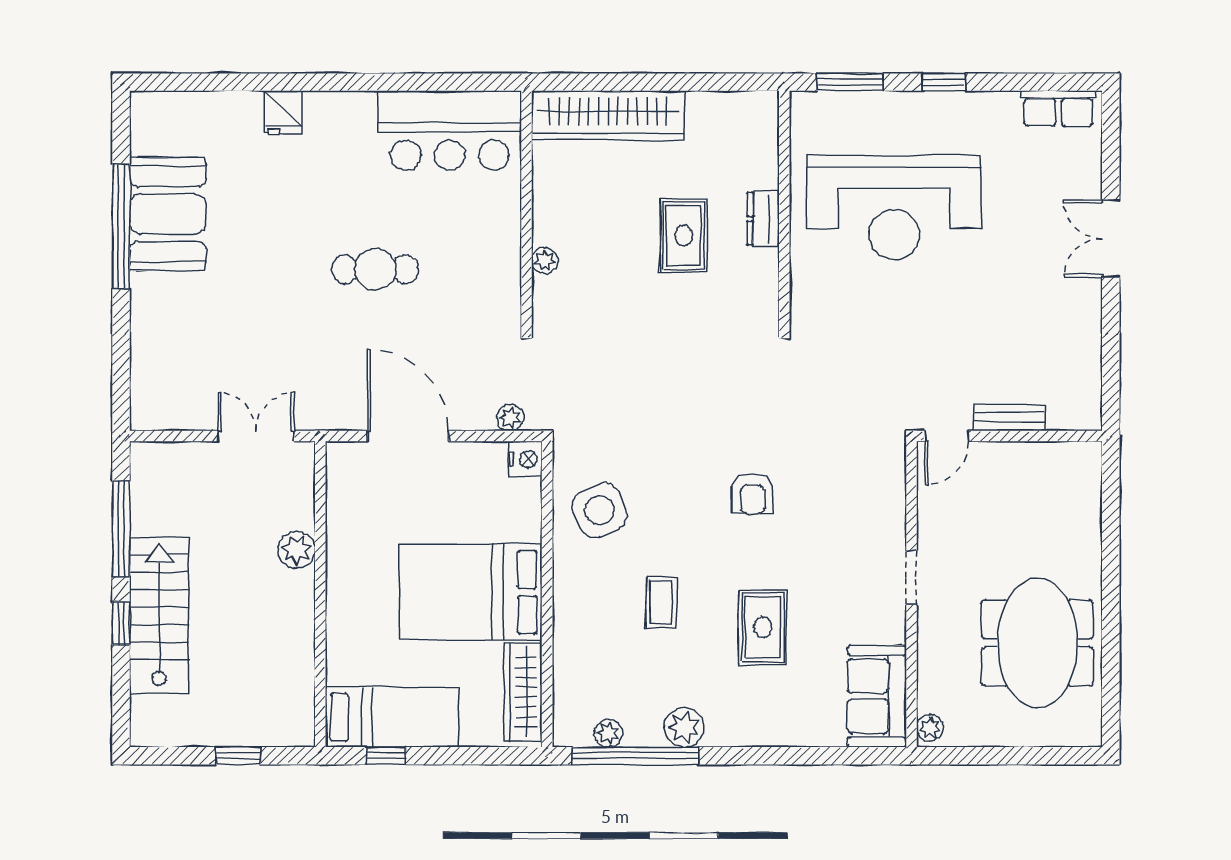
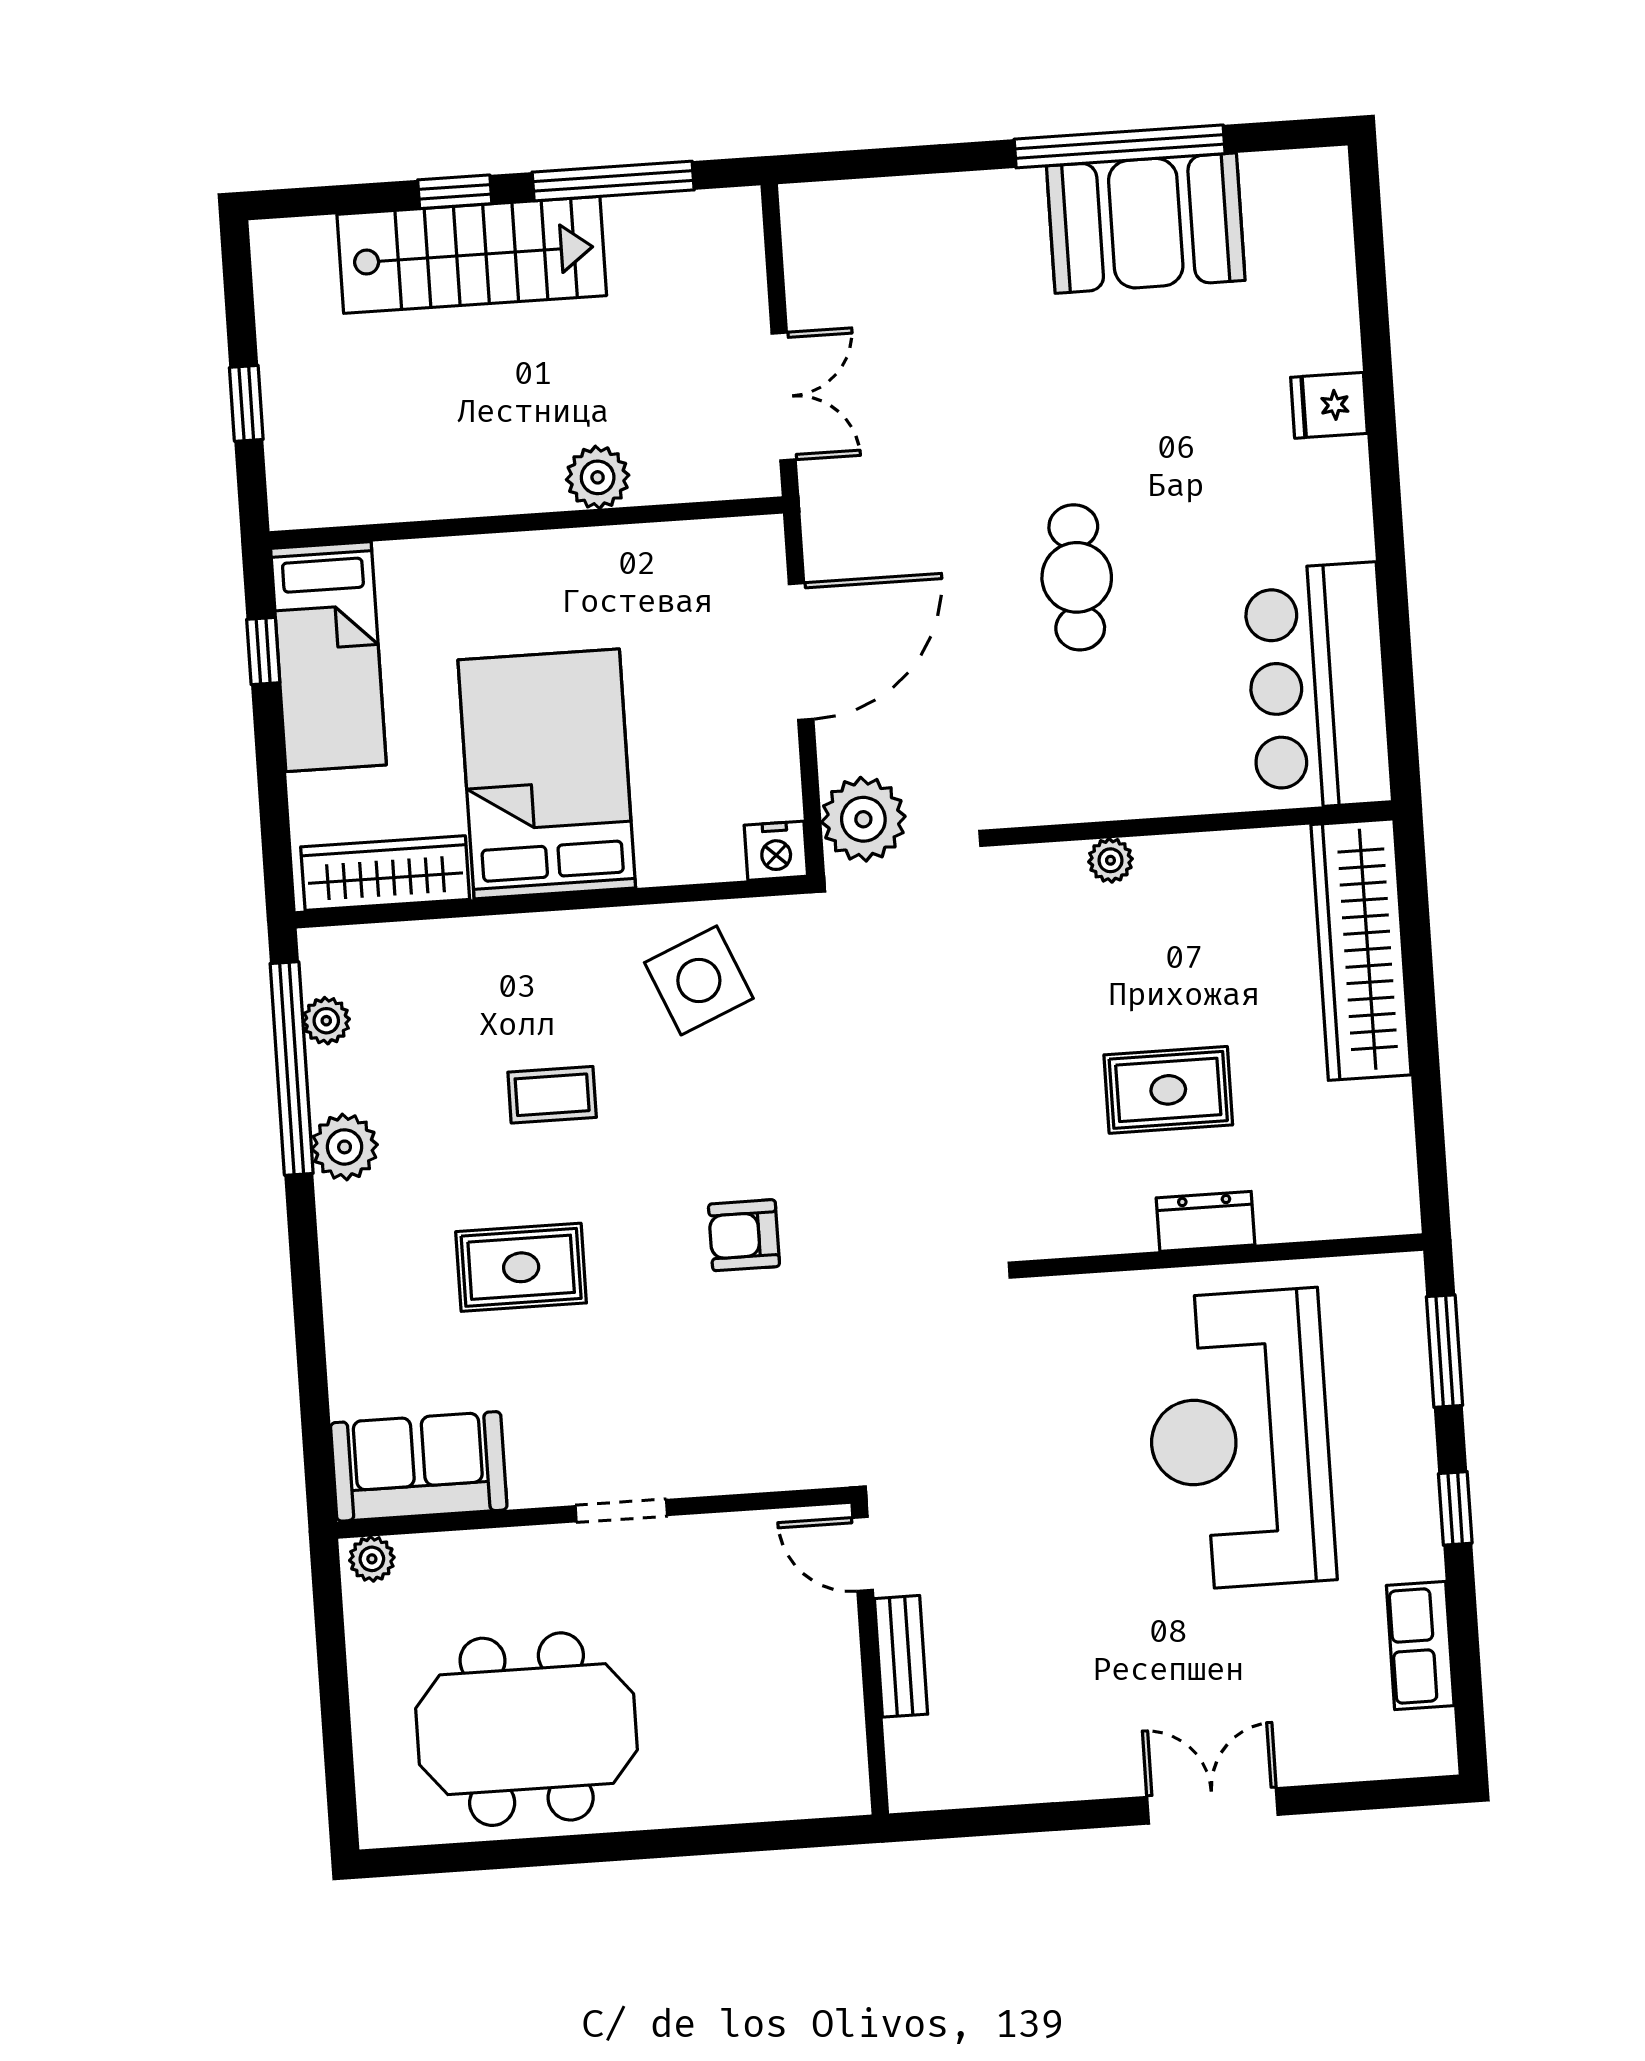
row of seats: (1058, 108) -> (1420, 1646), moved
plant: (510, 418) -> (863, 819), width x1.88, depth x1.88

